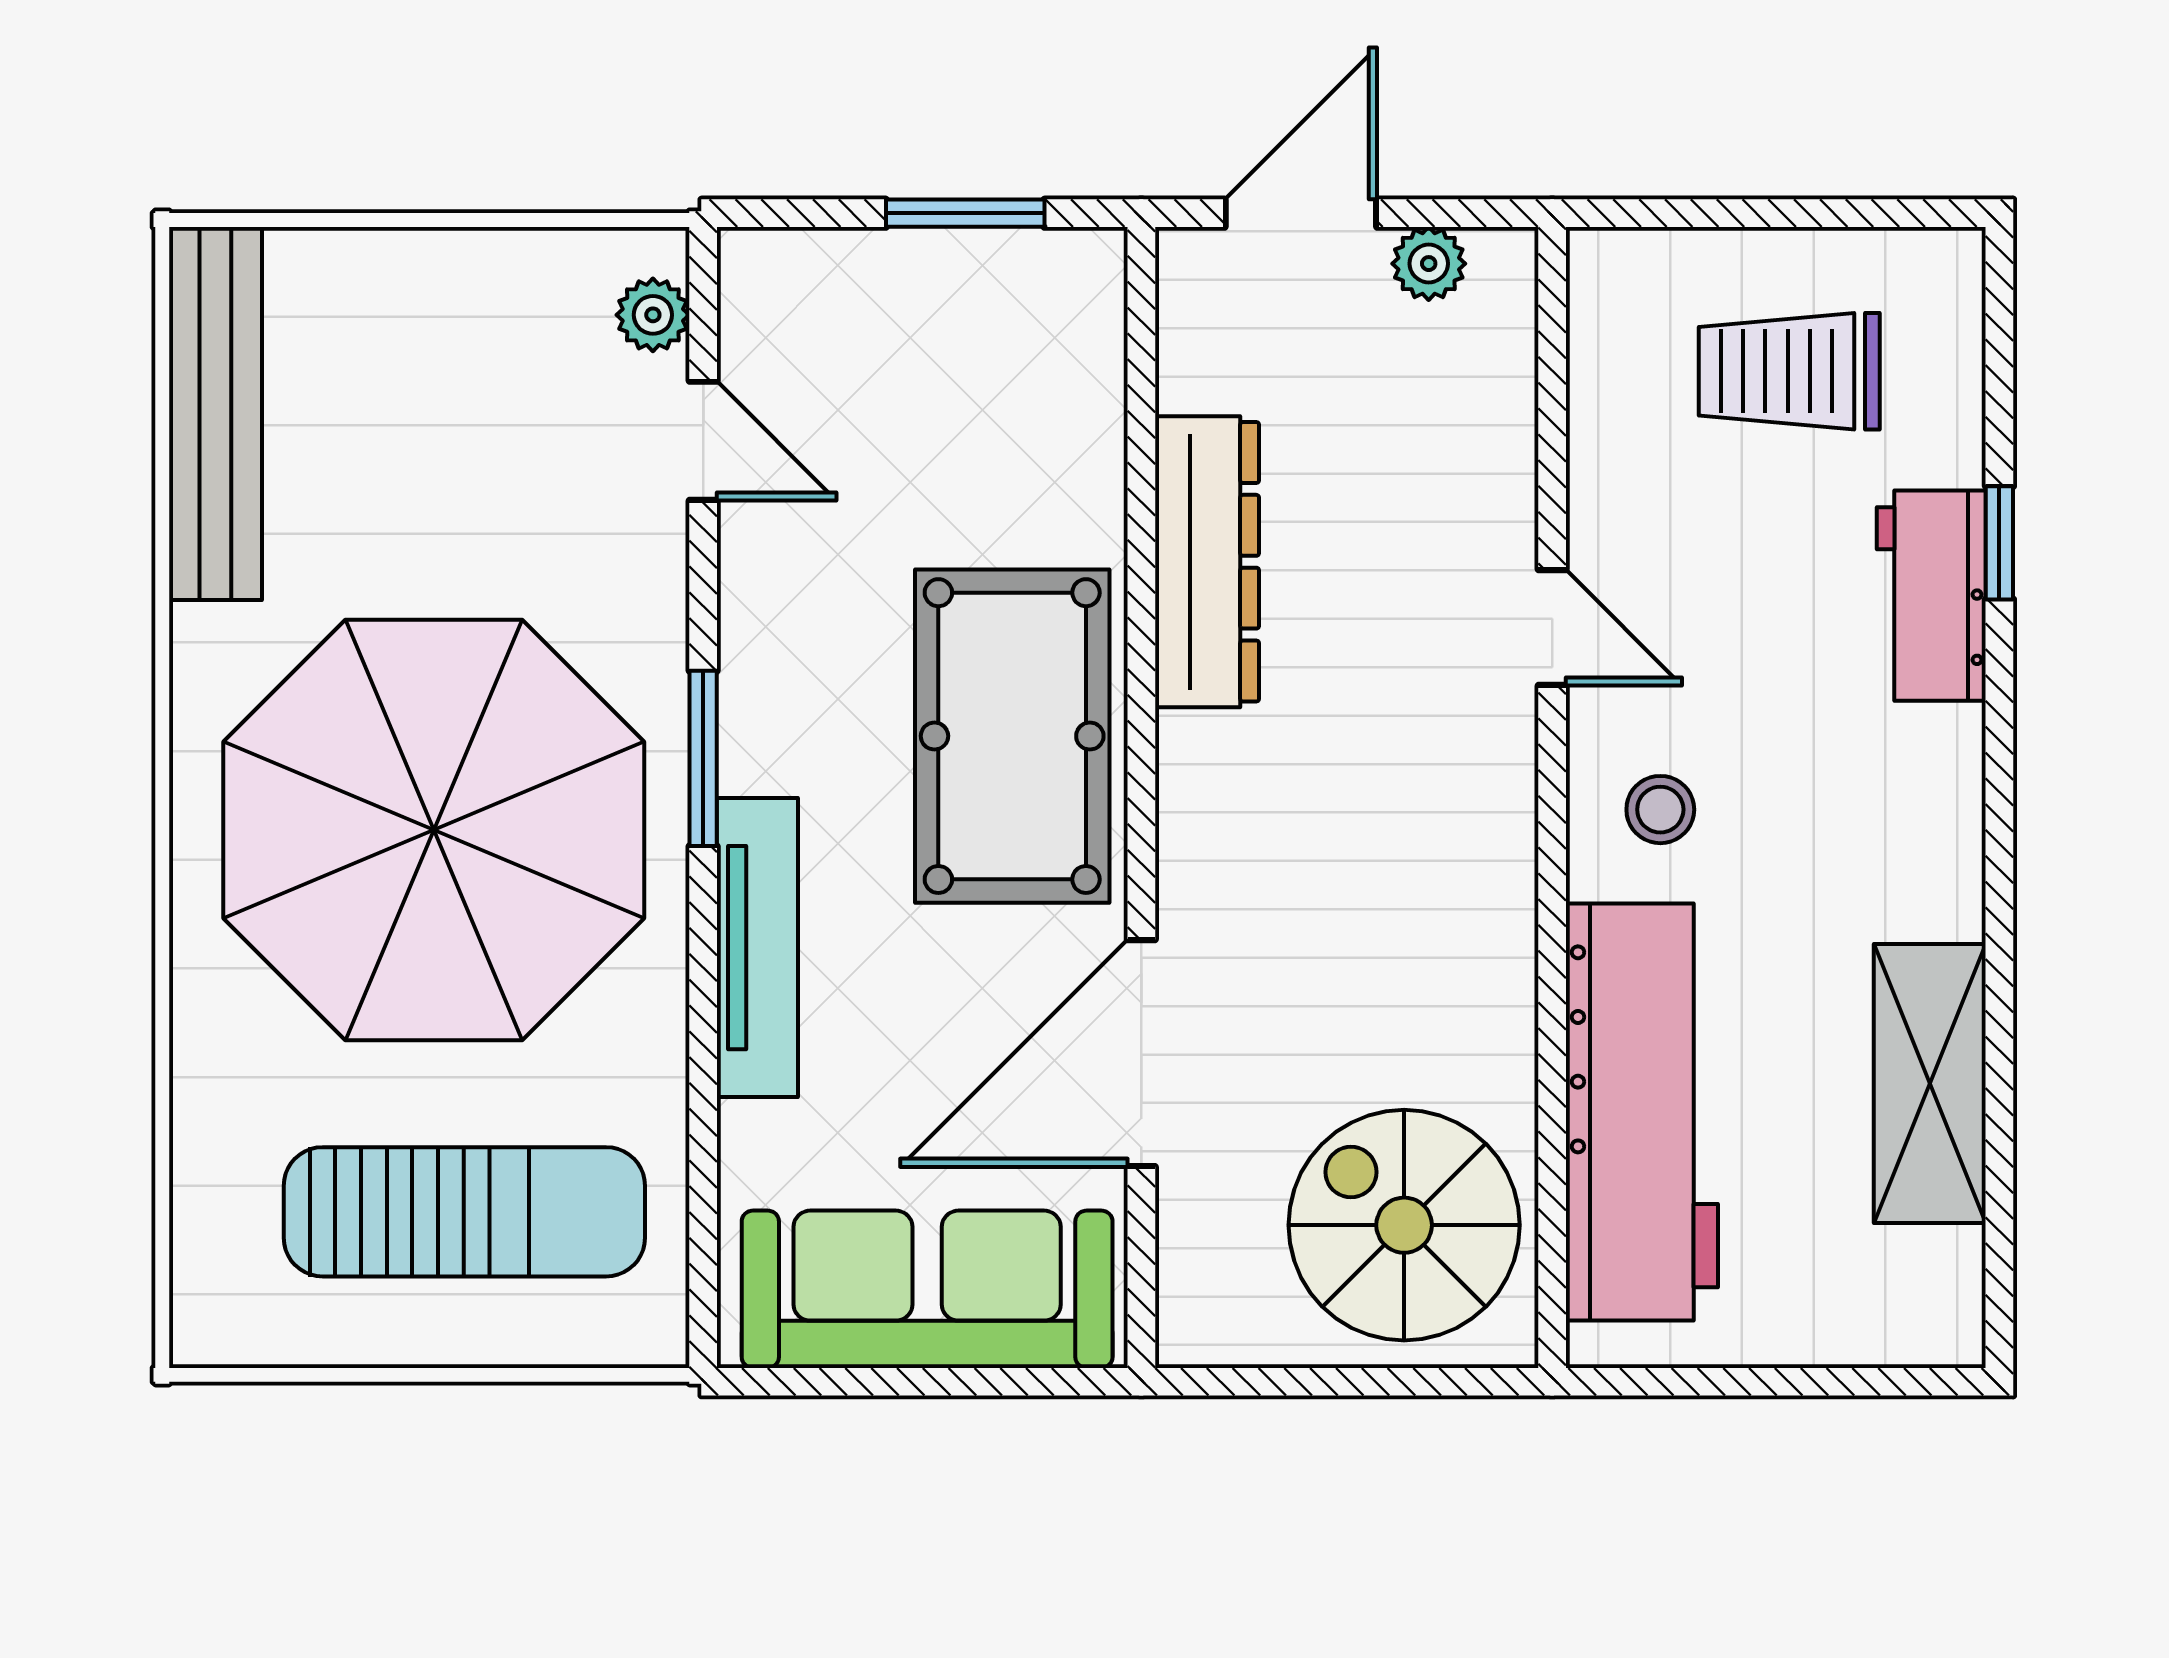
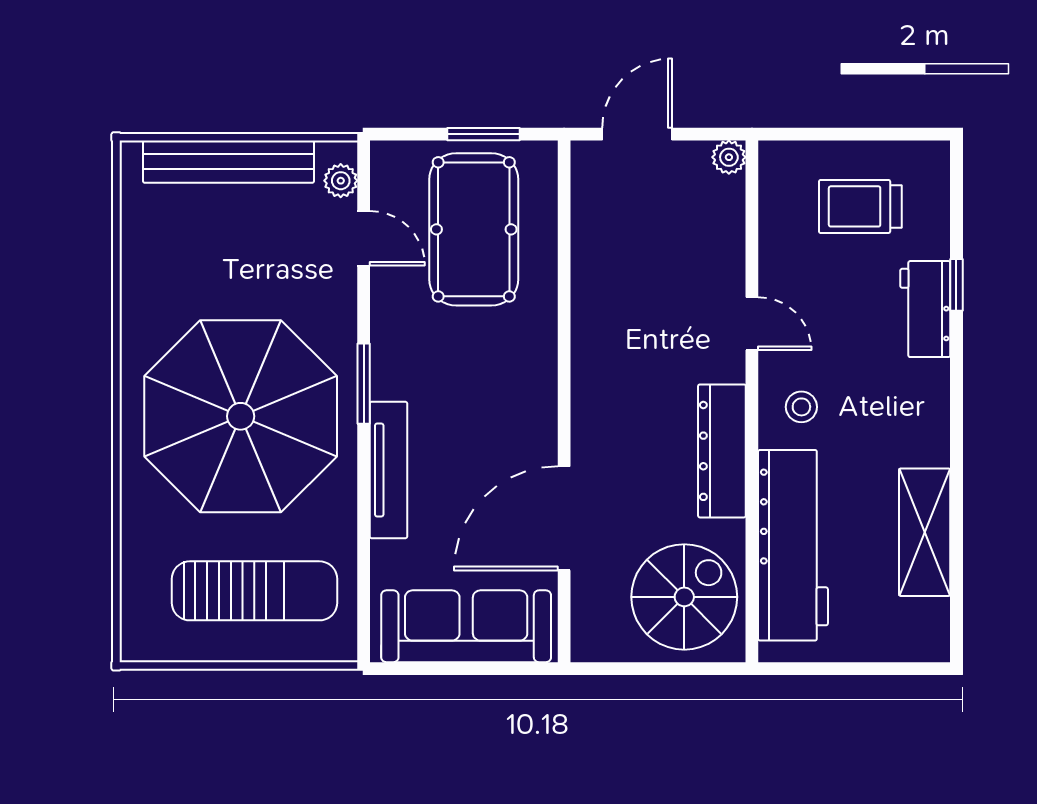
plant: (1429, 264) -> (729, 157), moved
bench: (216, 414) -> (229, 162), moved, turned 90
dresser: (1207, 562) -> (722, 451), moved, turned 180
pool table: (1012, 736) -> (474, 229), moved
spiral stairs: (1404, 1225) -> (684, 597), turned 90

